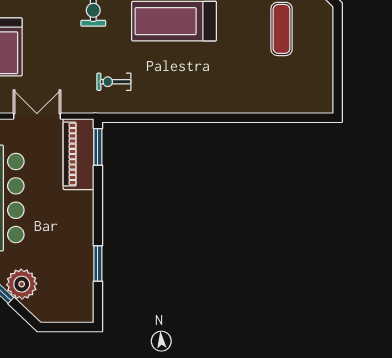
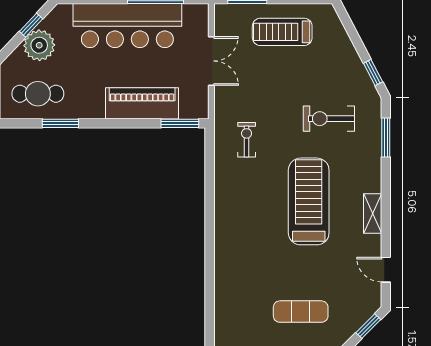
piano: (78, 154) -> (142, 103), moved
cafe table: (69, 285) -> (38, 94), added

